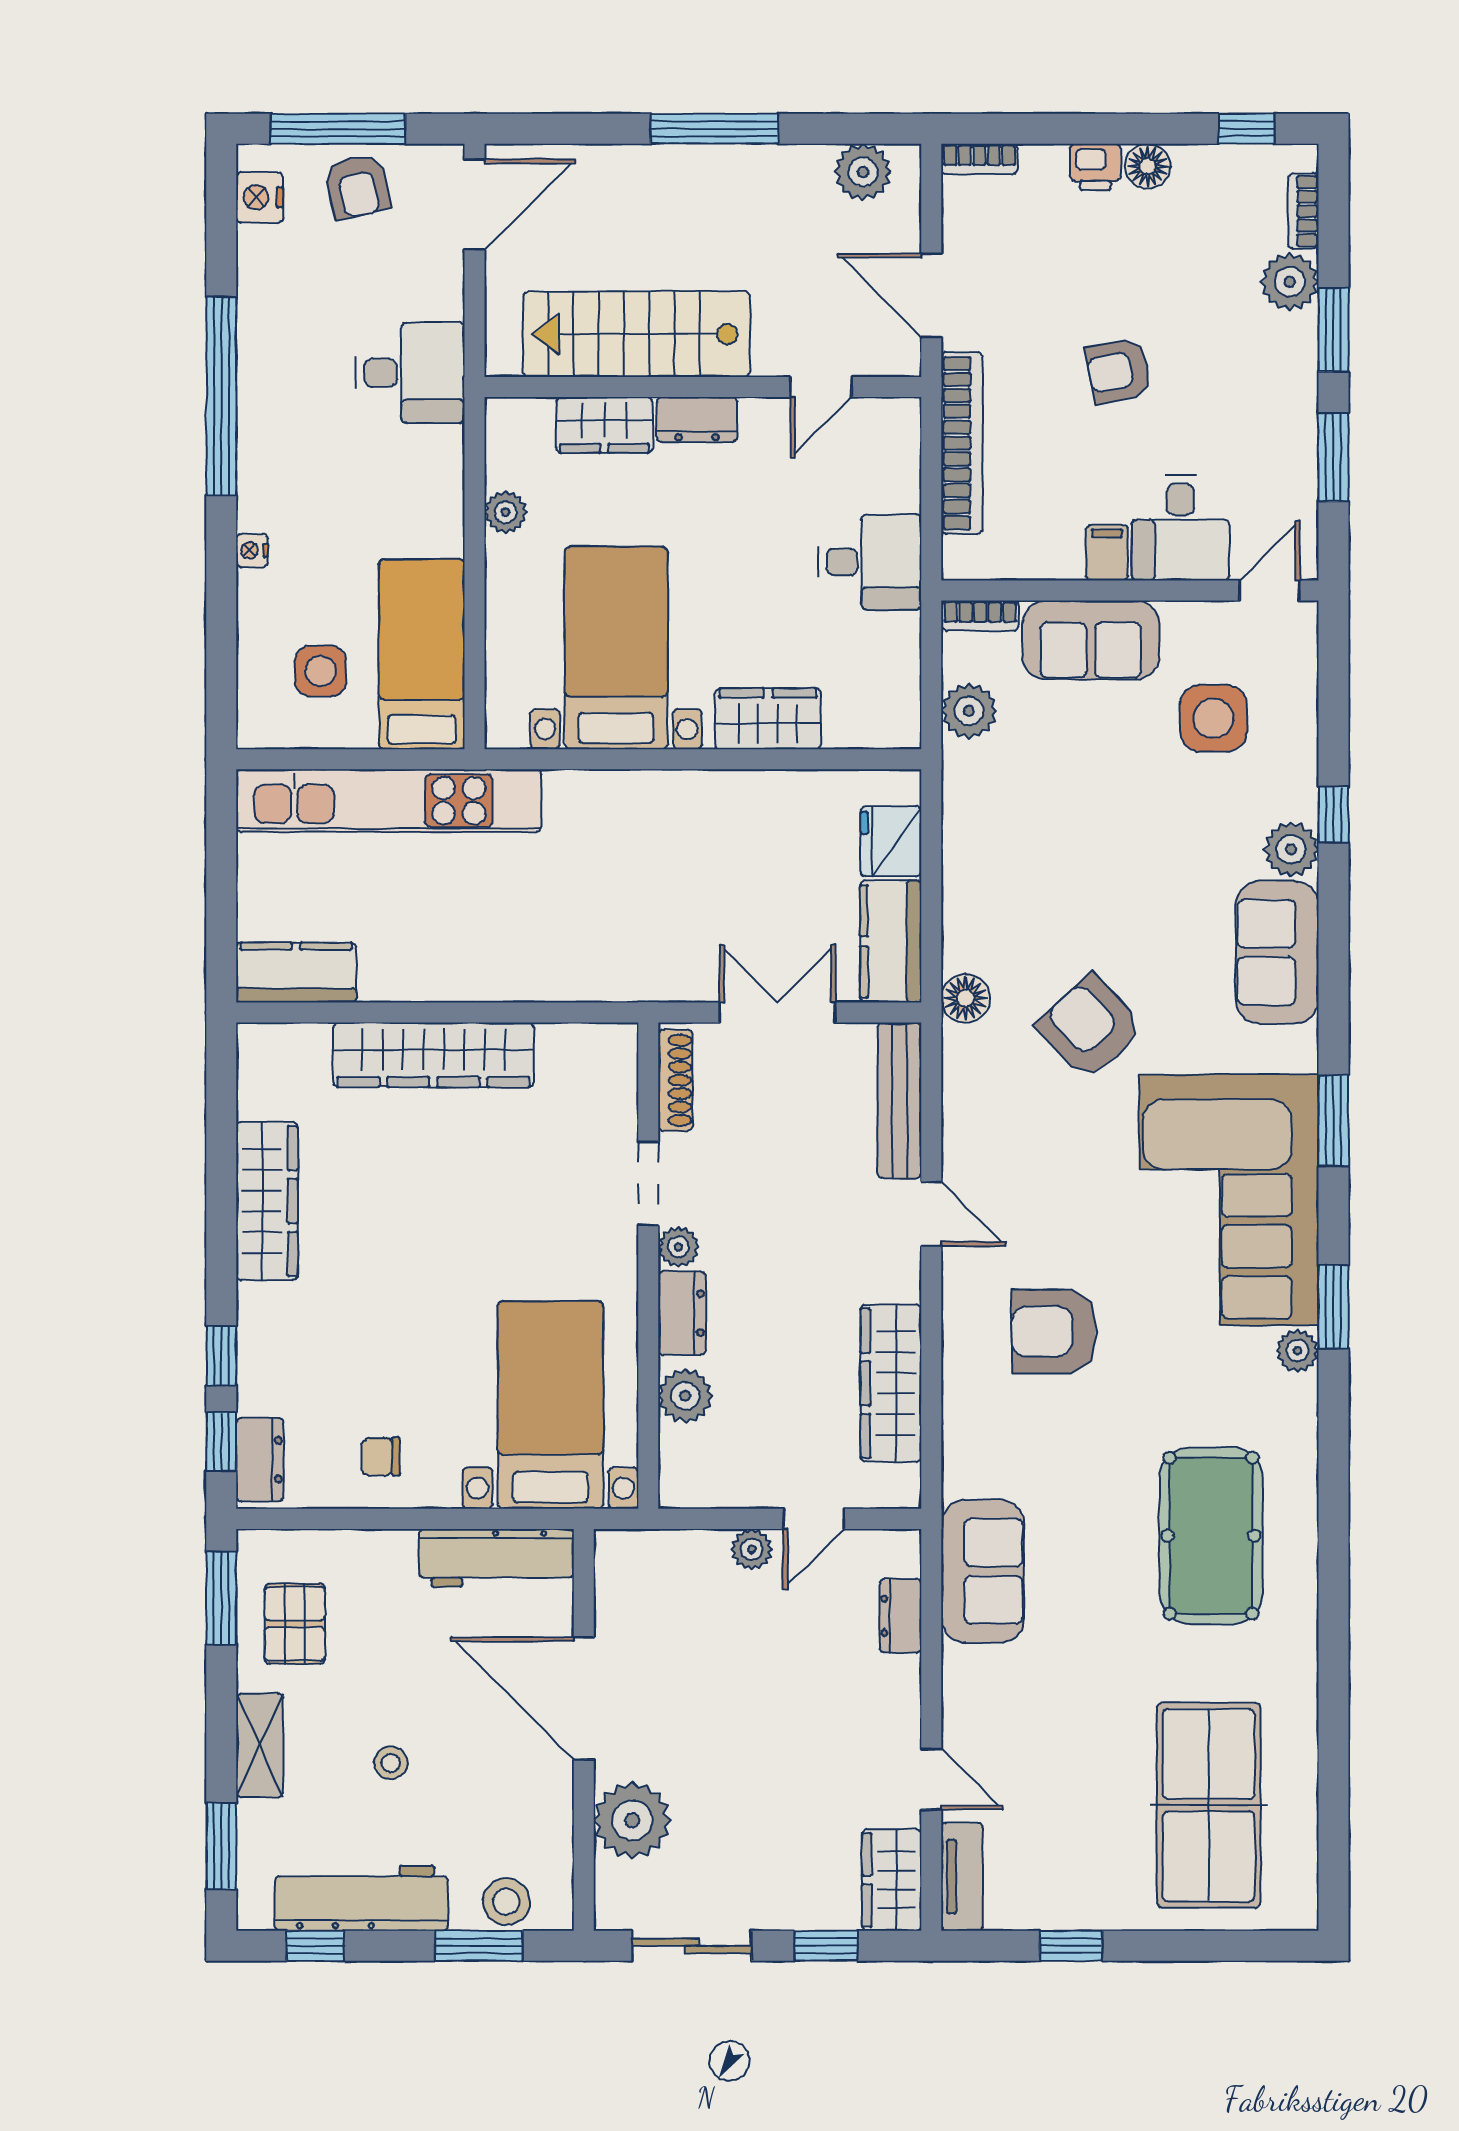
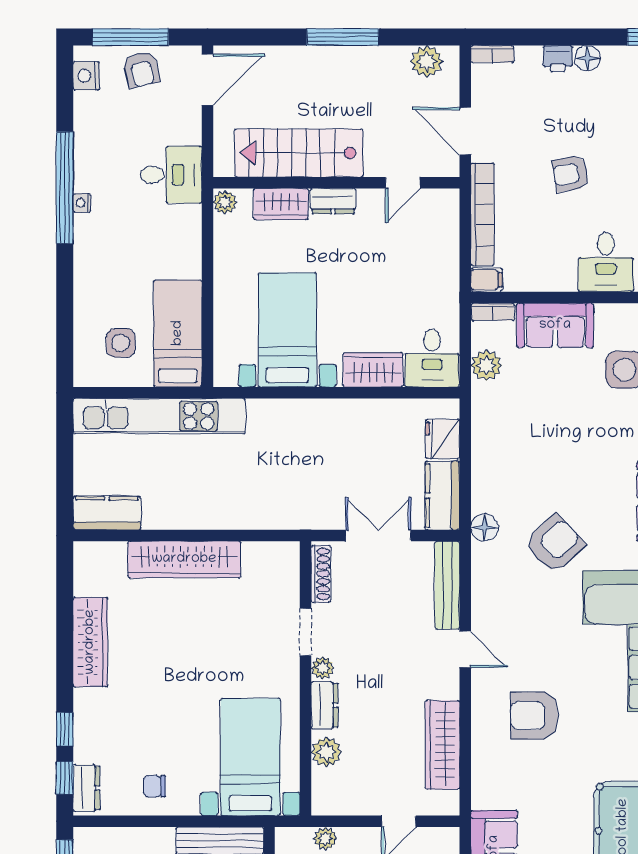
plant: (506, 512) -> (225, 202), moved
nightstand: (252, 550) -> (82, 203), moved
filing cabinet: (1107, 553) -> (486, 280), moved, turned 90
desk: (870, 562) -> (432, 358), moved, turned 90
armchair: (1090, 1027) -> (555, 544), turned 90
plant: (752, 1549) -> (325, 838), moved

